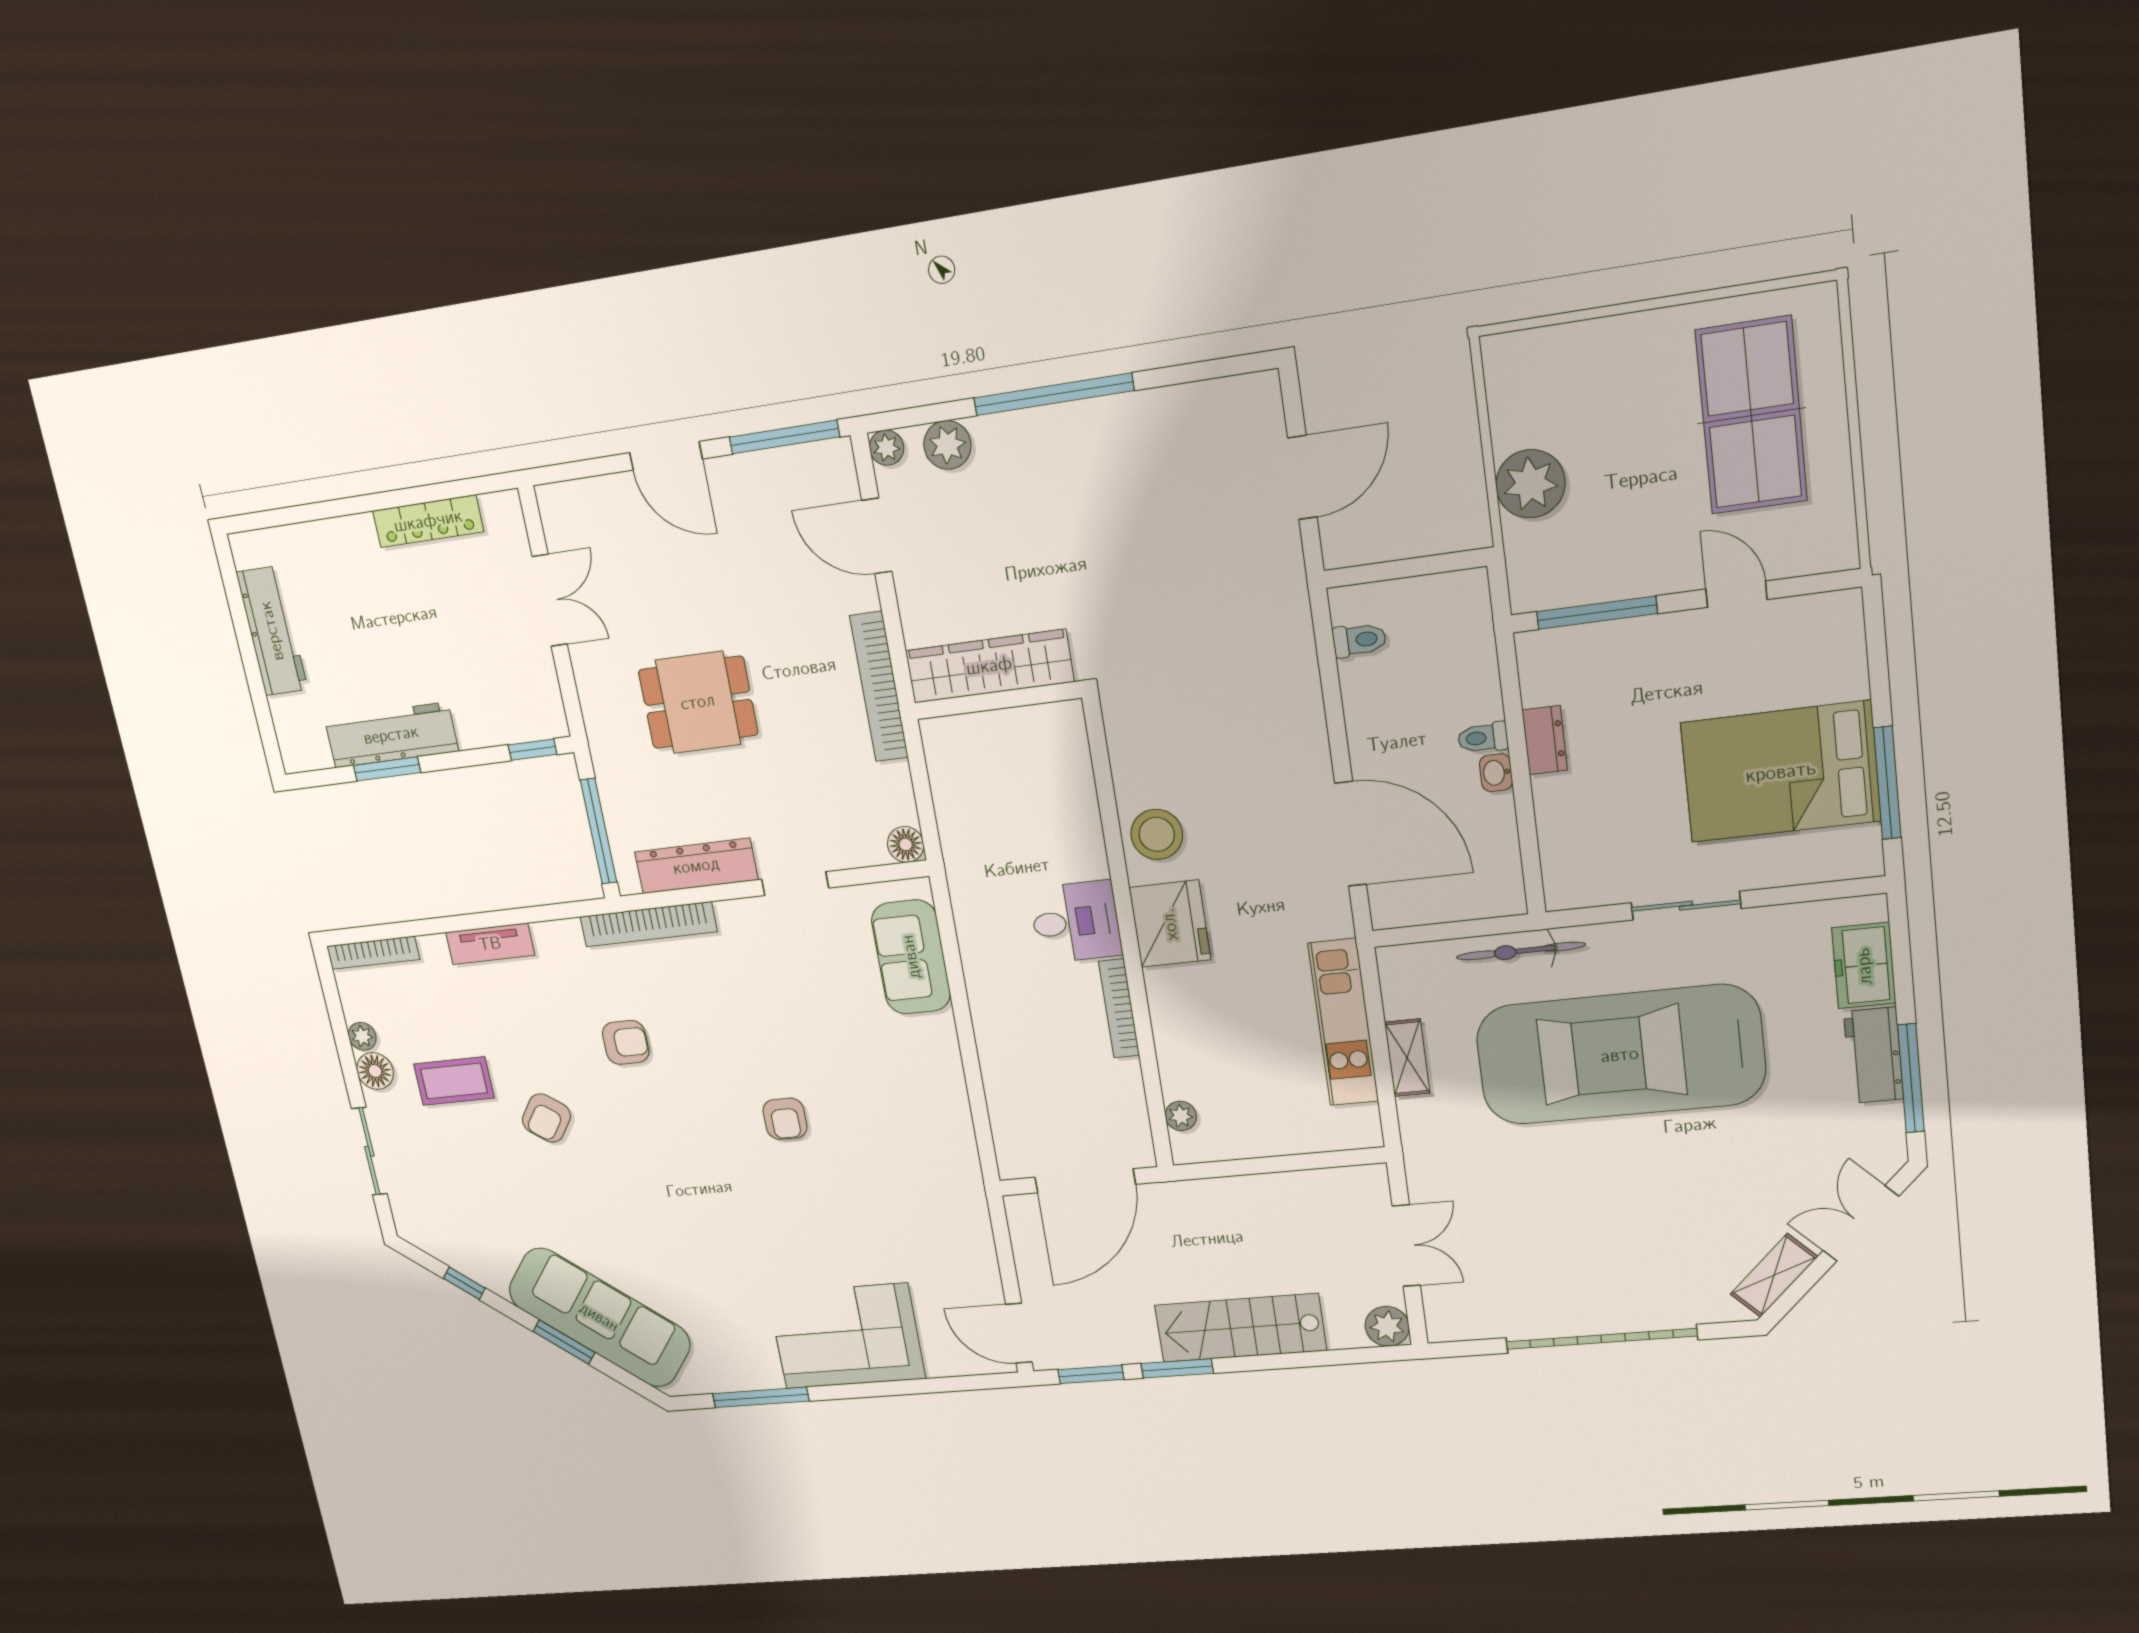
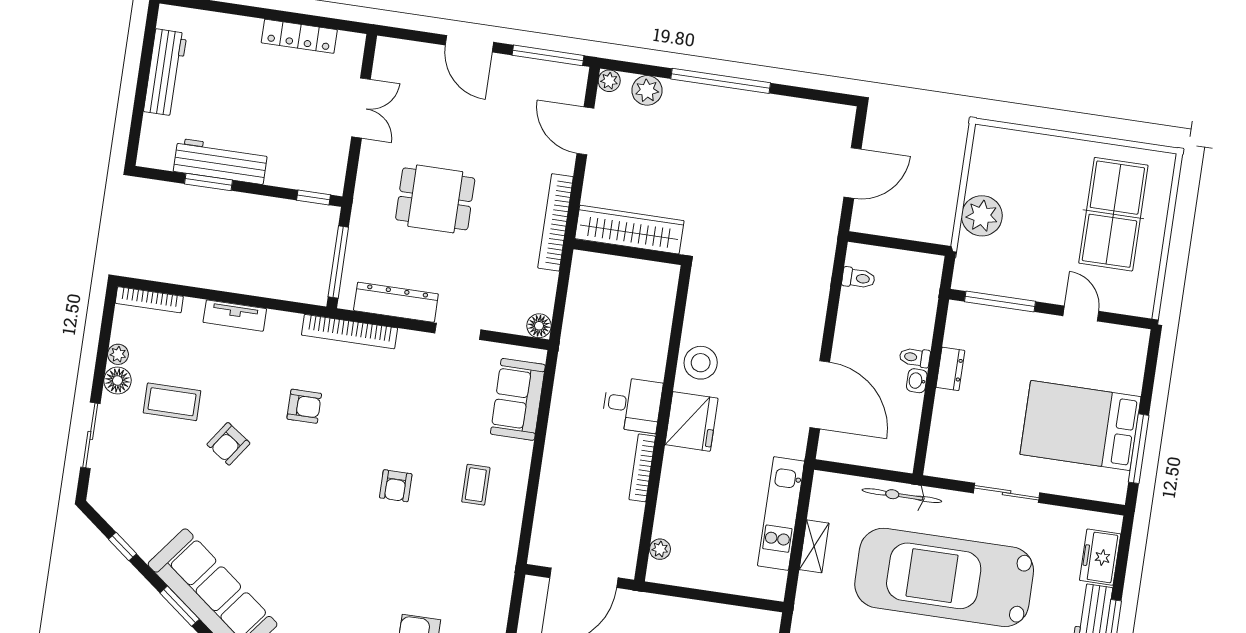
coffee table: (893, 1090) -> (476, 485), added

